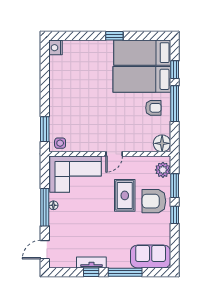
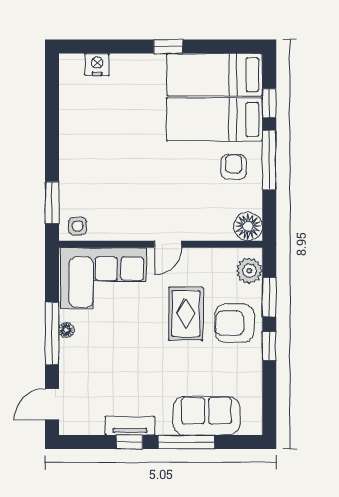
nightstand: (56, 48) -> (97, 64), moved, turned 90
armchair: (153, 108) -> (234, 167), turned -90
sofa: (151, 256) -> (206, 416), moved

